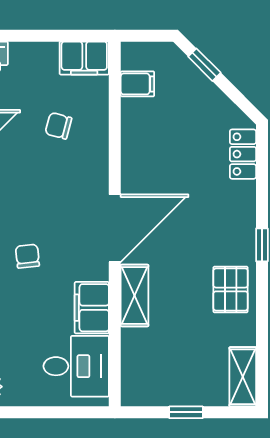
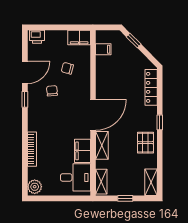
locker: (243, 154) -> (151, 87), width x1.53
chair: (27, 256) -> (52, 91), moved
shelving: (133, 375) -> (101, 182), added

